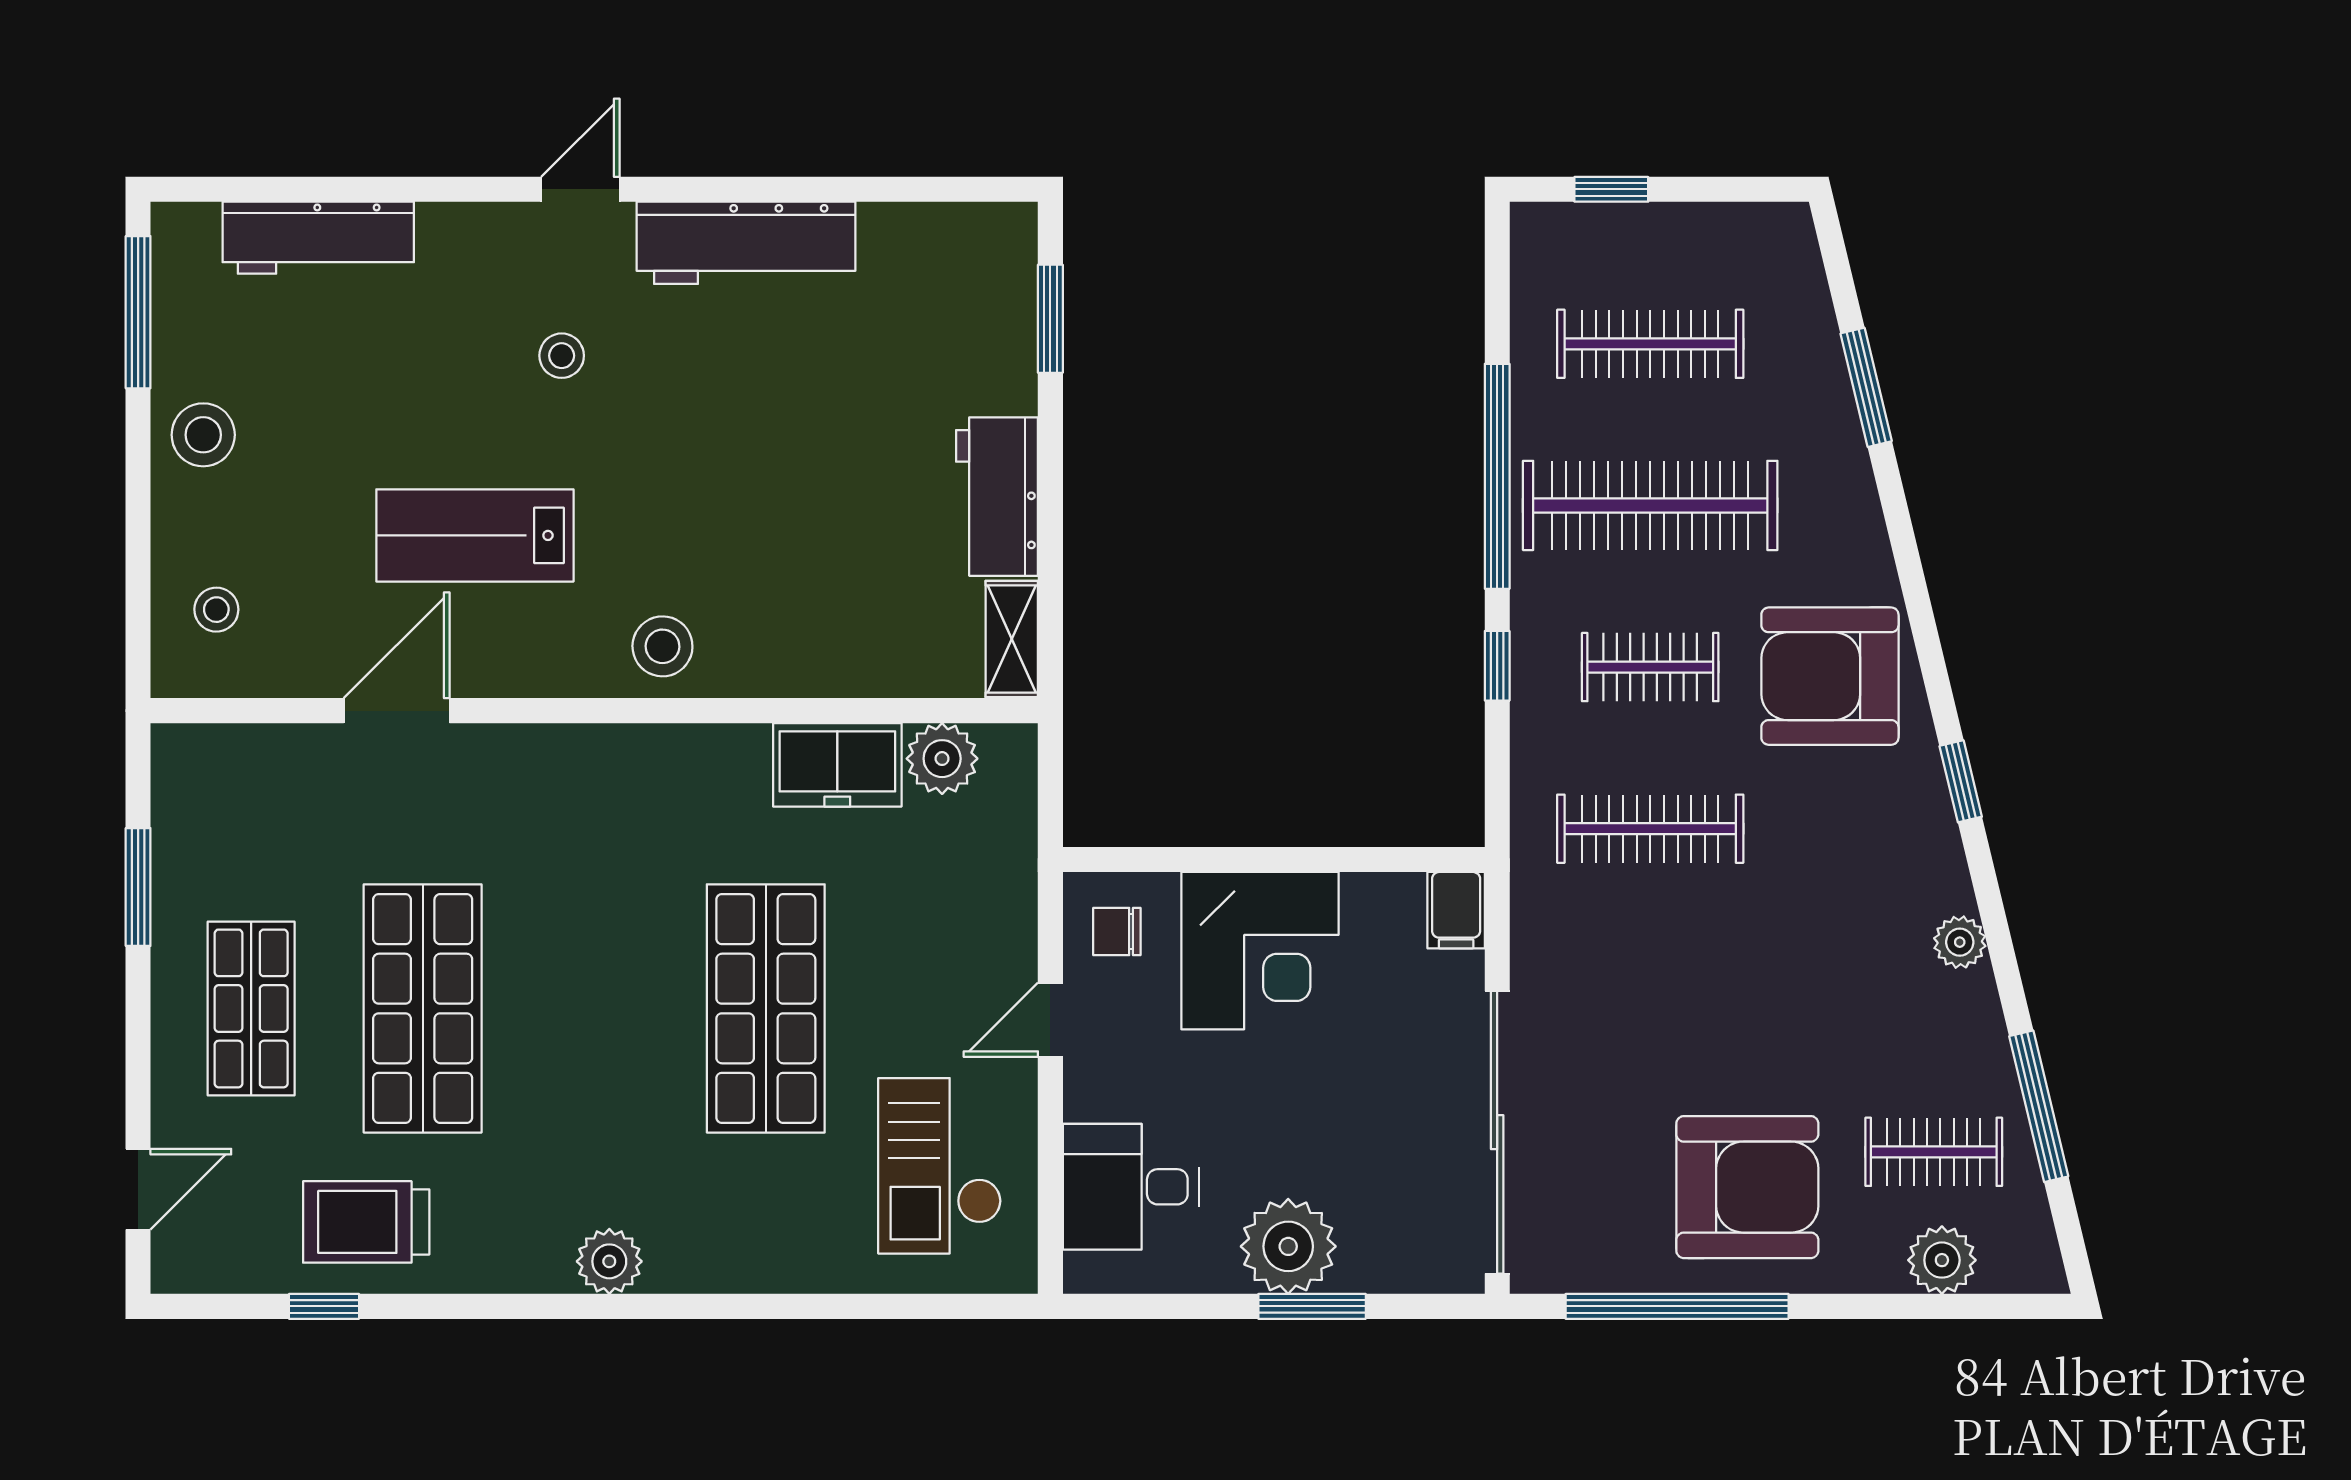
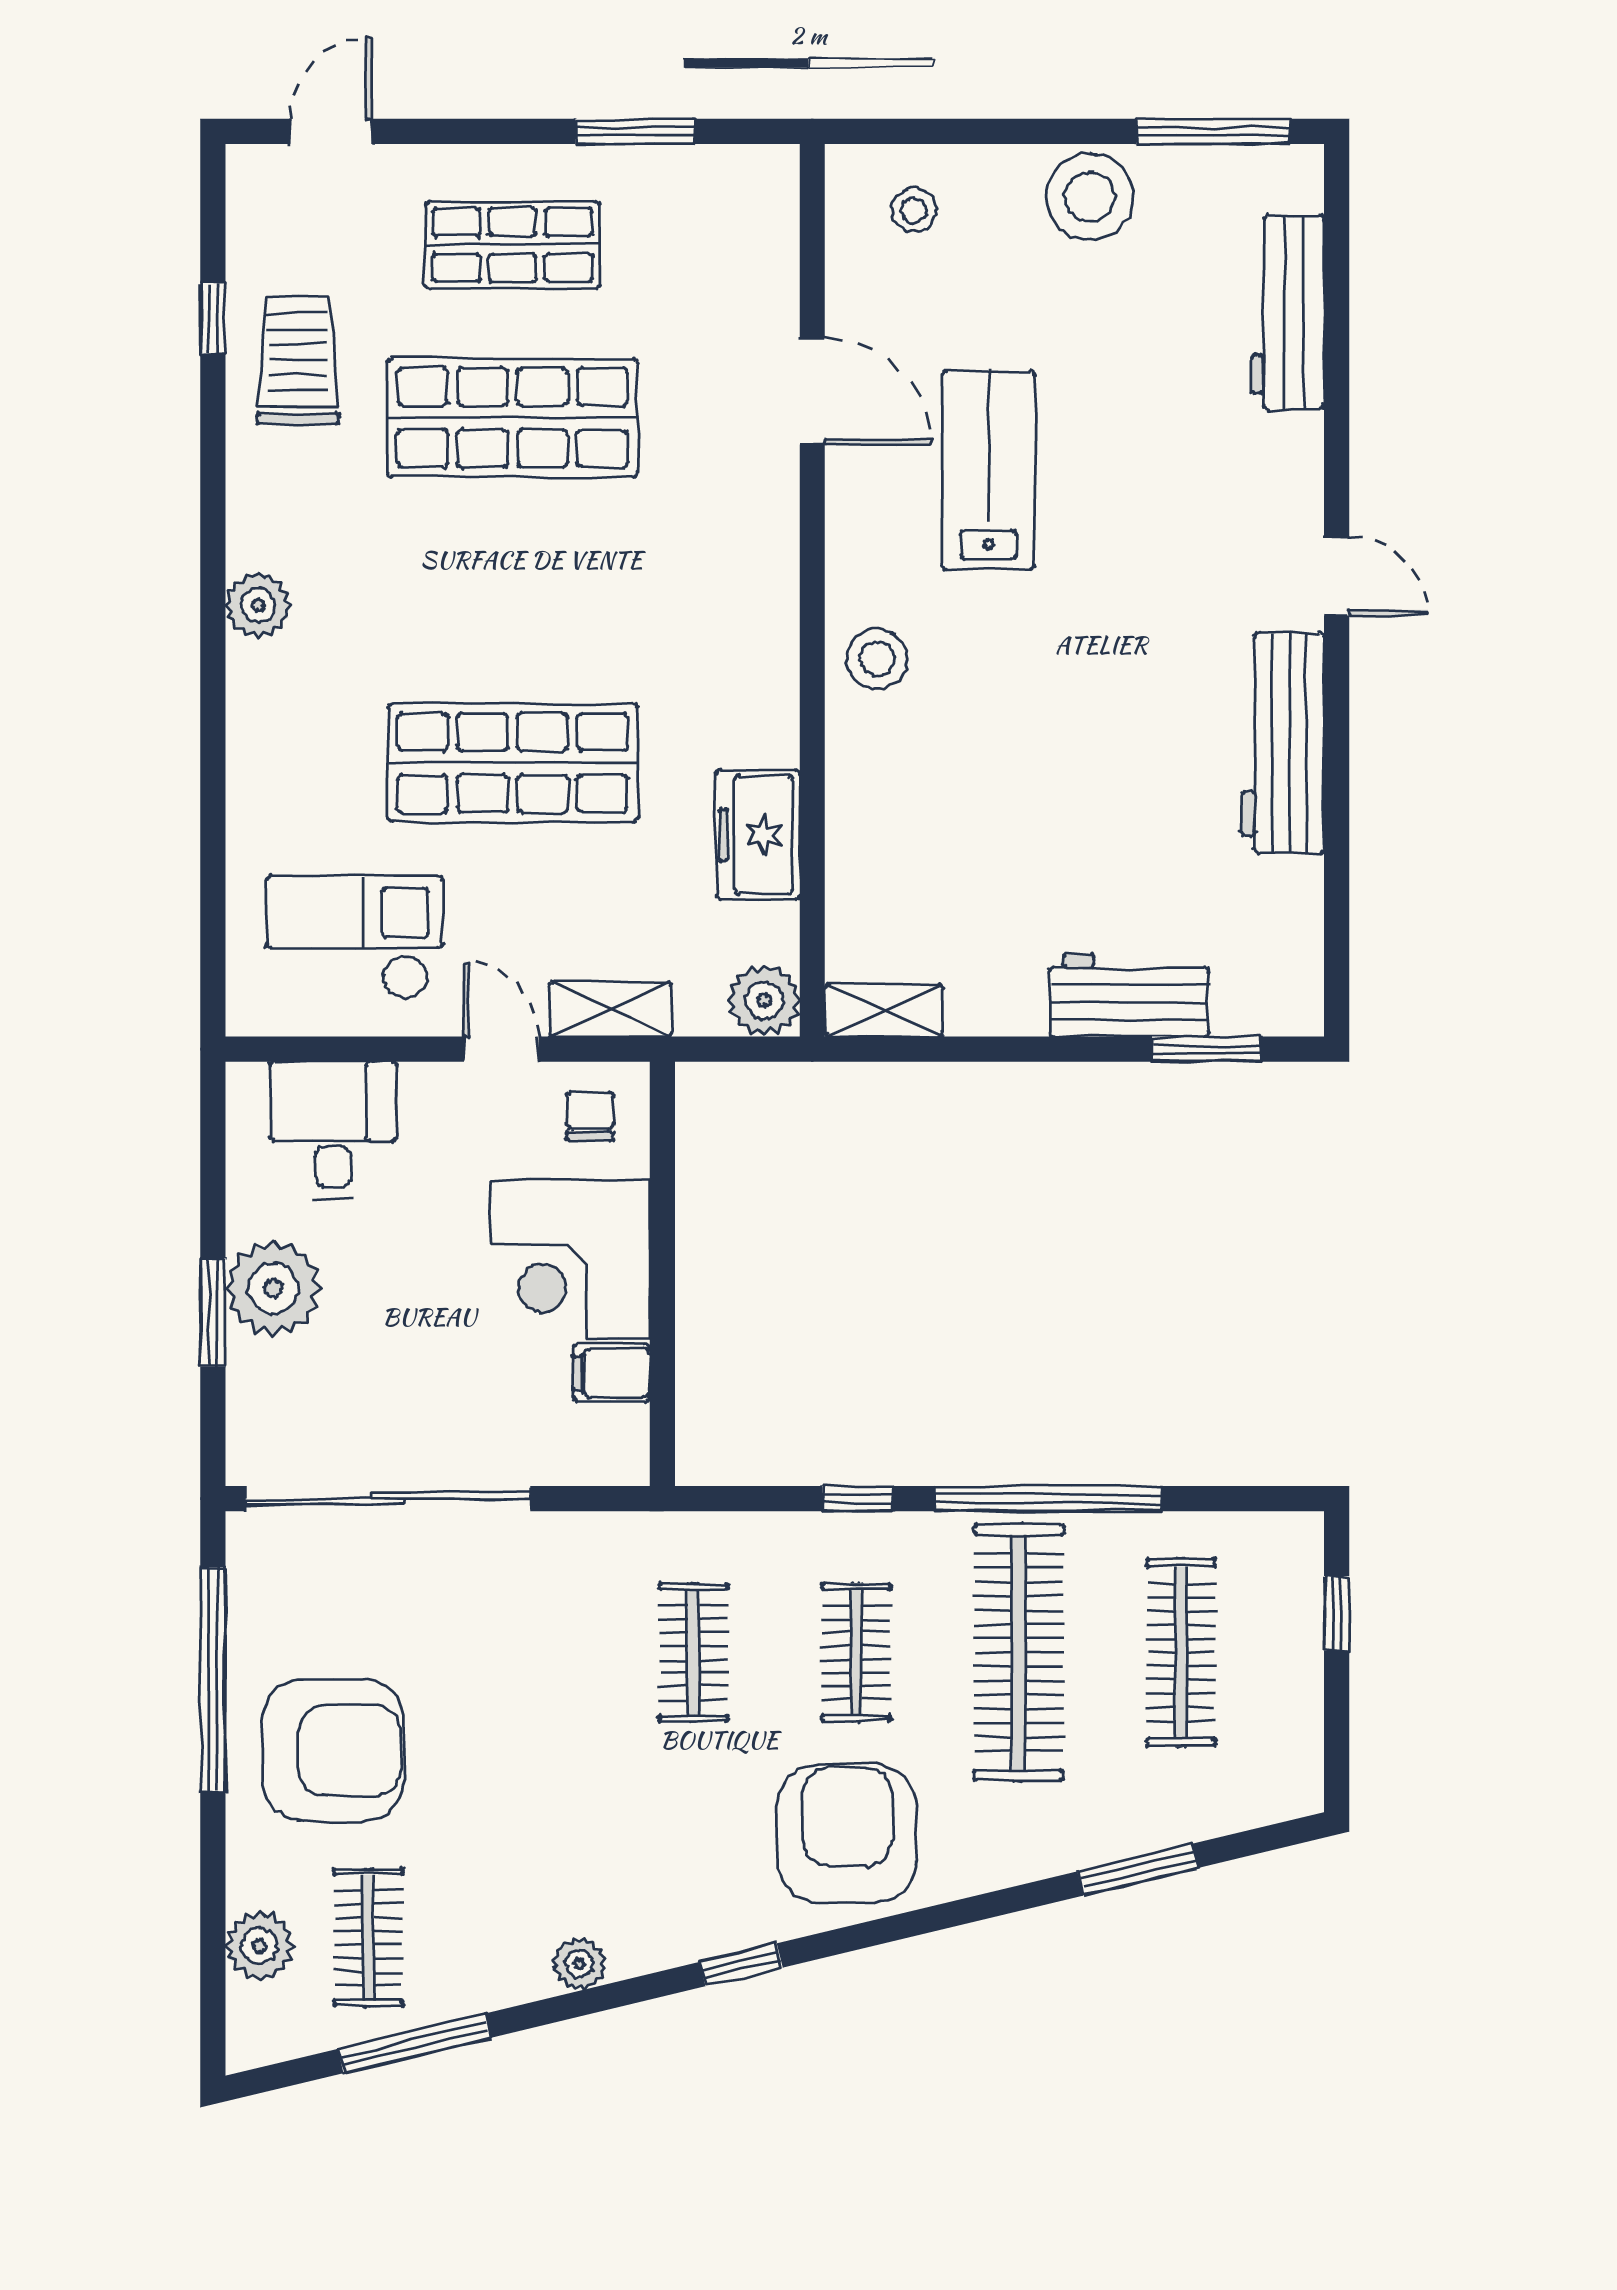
stool: (562, 356) -> (1169, 557), removed
stool: (203, 435) -> (1090, 197), width x1.38, depth x1.38
workbench: (997, 497) -> (1129, 995), moved
plant: (942, 759) -> (764, 1000), moved
clothes rail: (1650, 829) -> (694, 1652), width x0.73
filing cabinet: (1456, 910) -> (611, 1373), moved
shelving: (1011, 911) -> (610, 1009), added
armchair: (1747, 1187) -> (333, 1750), turned -90
door: (138, 1189) -> (331, 131), swing flipped

